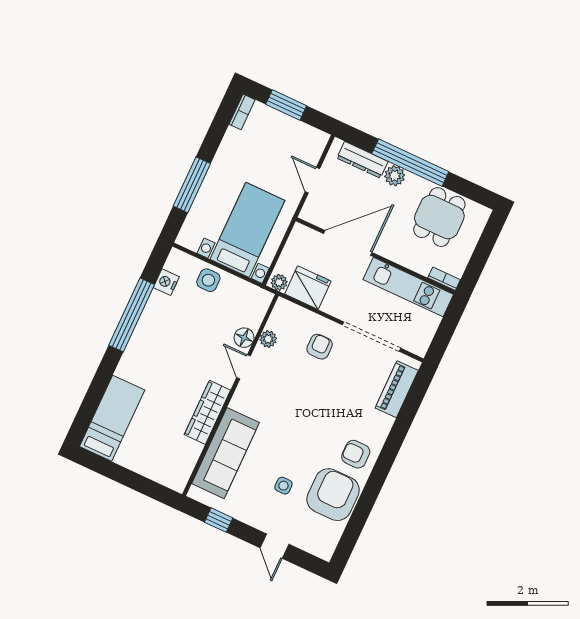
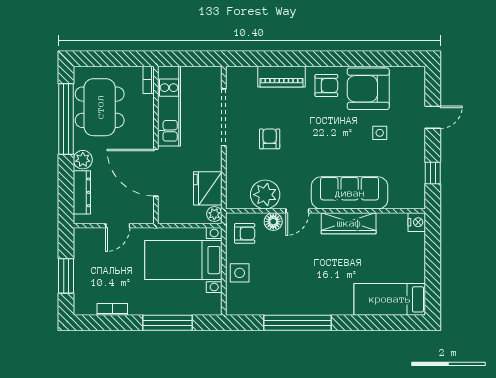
bookcase: (242, 112) -> (112, 309), moved
window: (410, 163) -> (66, 119), moved
dining table: (439, 217) -> (100, 107), width x1.38
nightstand: (166, 282) -> (417, 222), moved, turned -90
armchair: (246, 304) -> (245, 233), added
plant: (268, 339) -> (265, 195), width x1.88, depth x1.88
armchair: (320, 347) -> (270, 139), moved, turned 90
piano: (397, 389) -> (282, 77), moved
sofa: (226, 453) -> (350, 193), moved
armchair: (356, 454) -> (326, 85), turned -90

